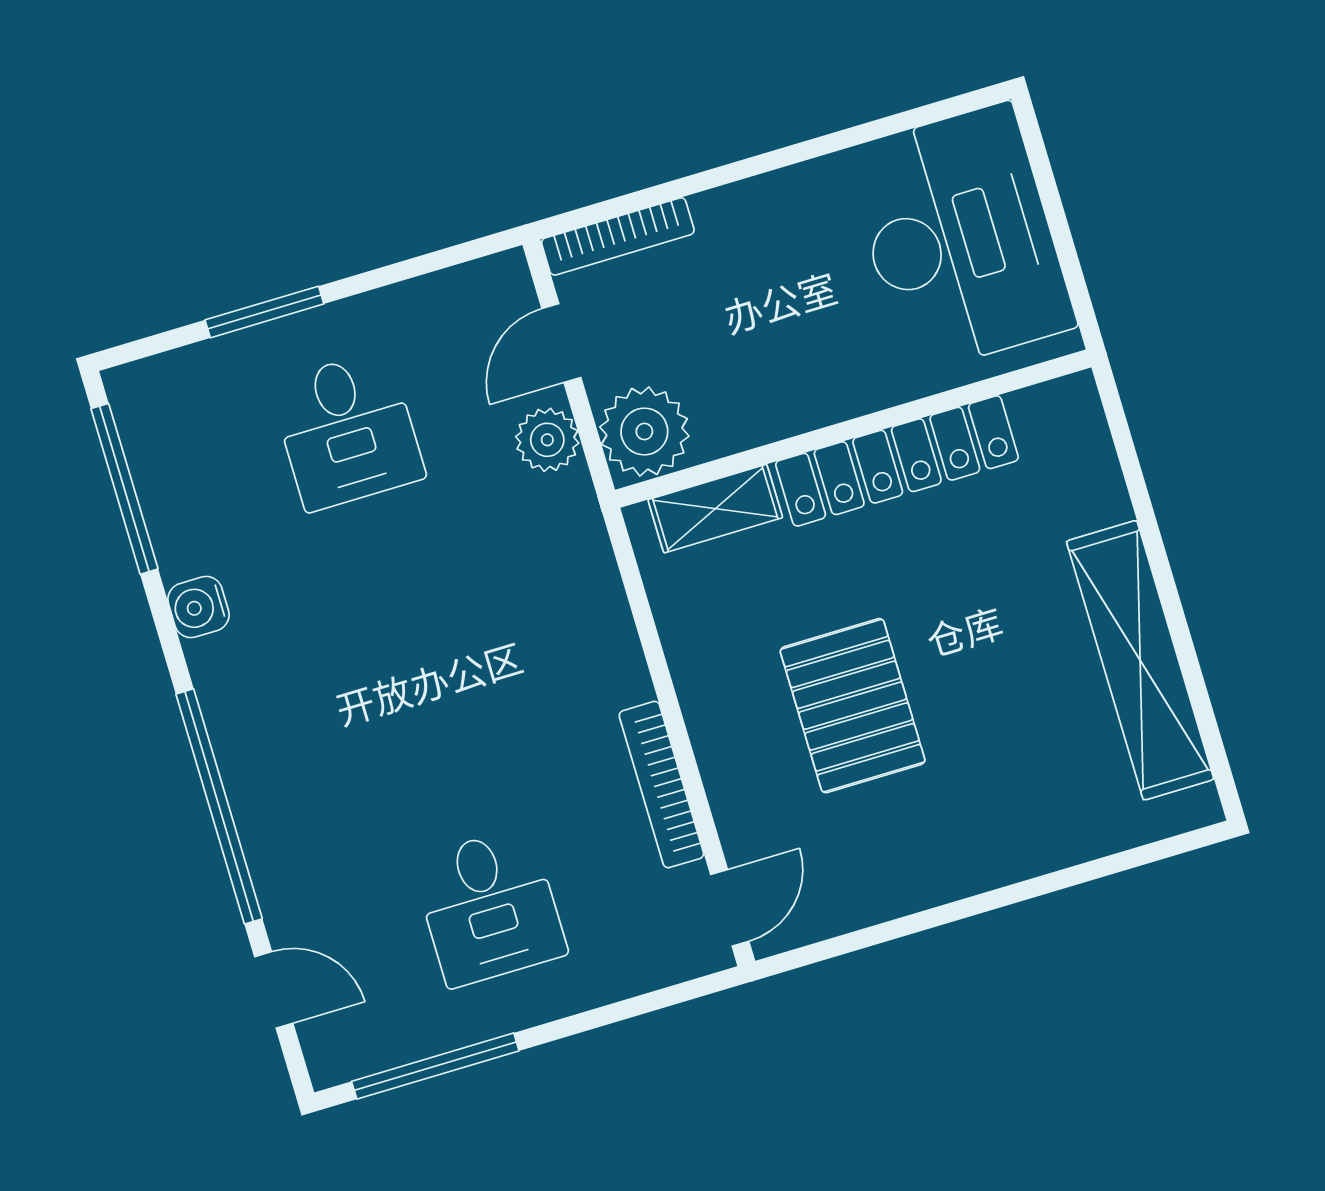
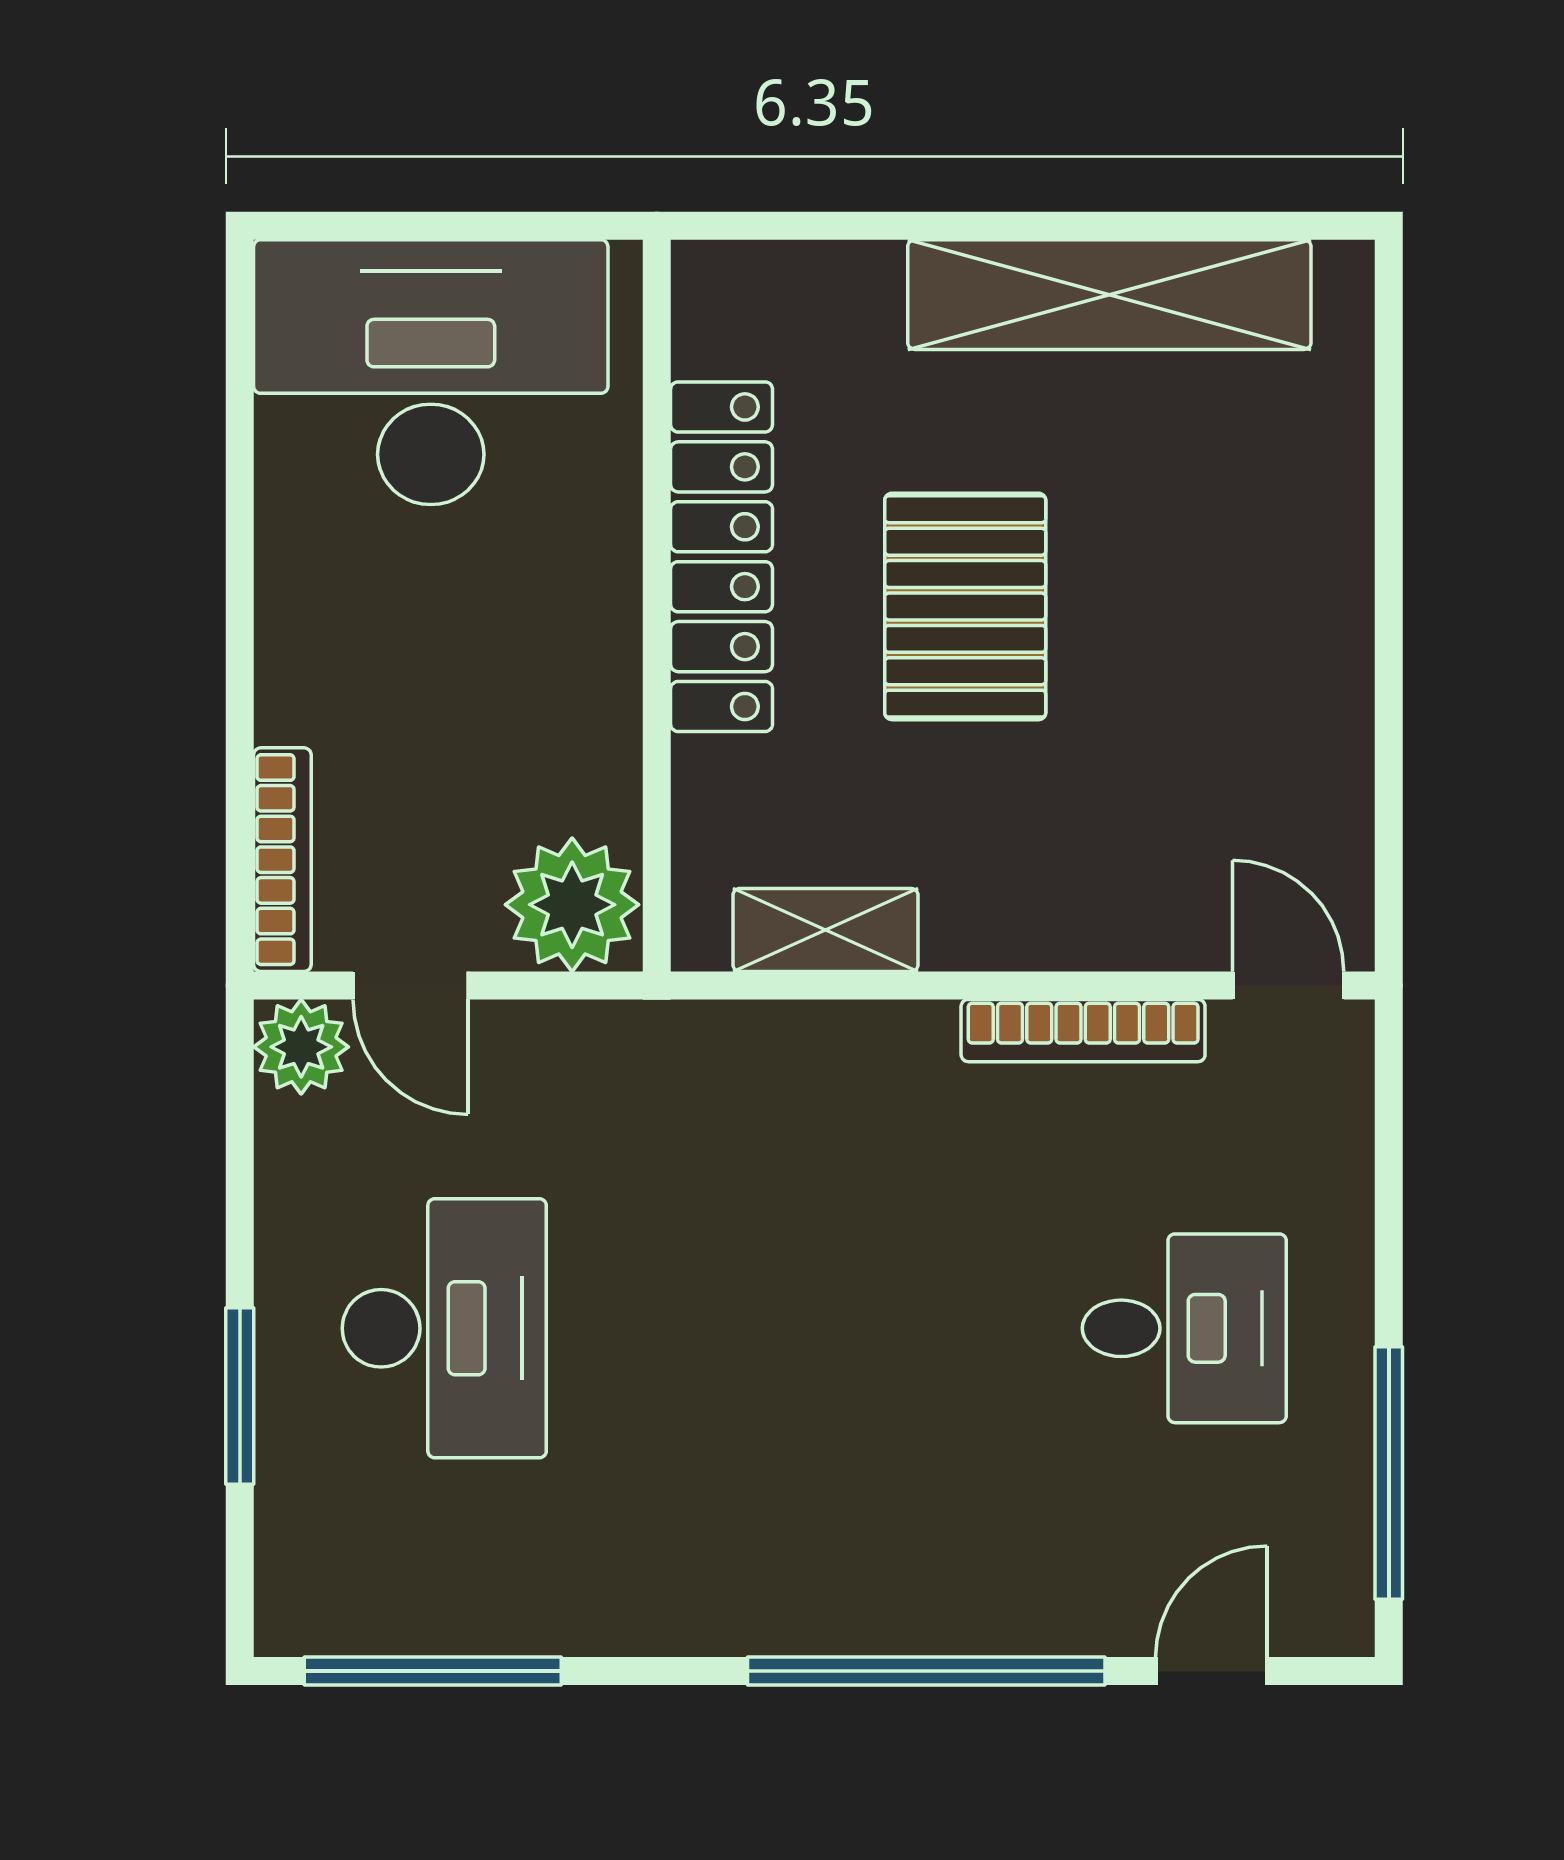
desk: (347, 430) -> (444, 1328), width x1.37
plant: (547, 440) -> (301, 1047), moved
shelving: (715, 509) -> (825, 930), moved, turned 90
water cooler: (198, 607) -> (633, 1616), removed
pallet: (853, 706) -> (965, 606), moved, turned 90

